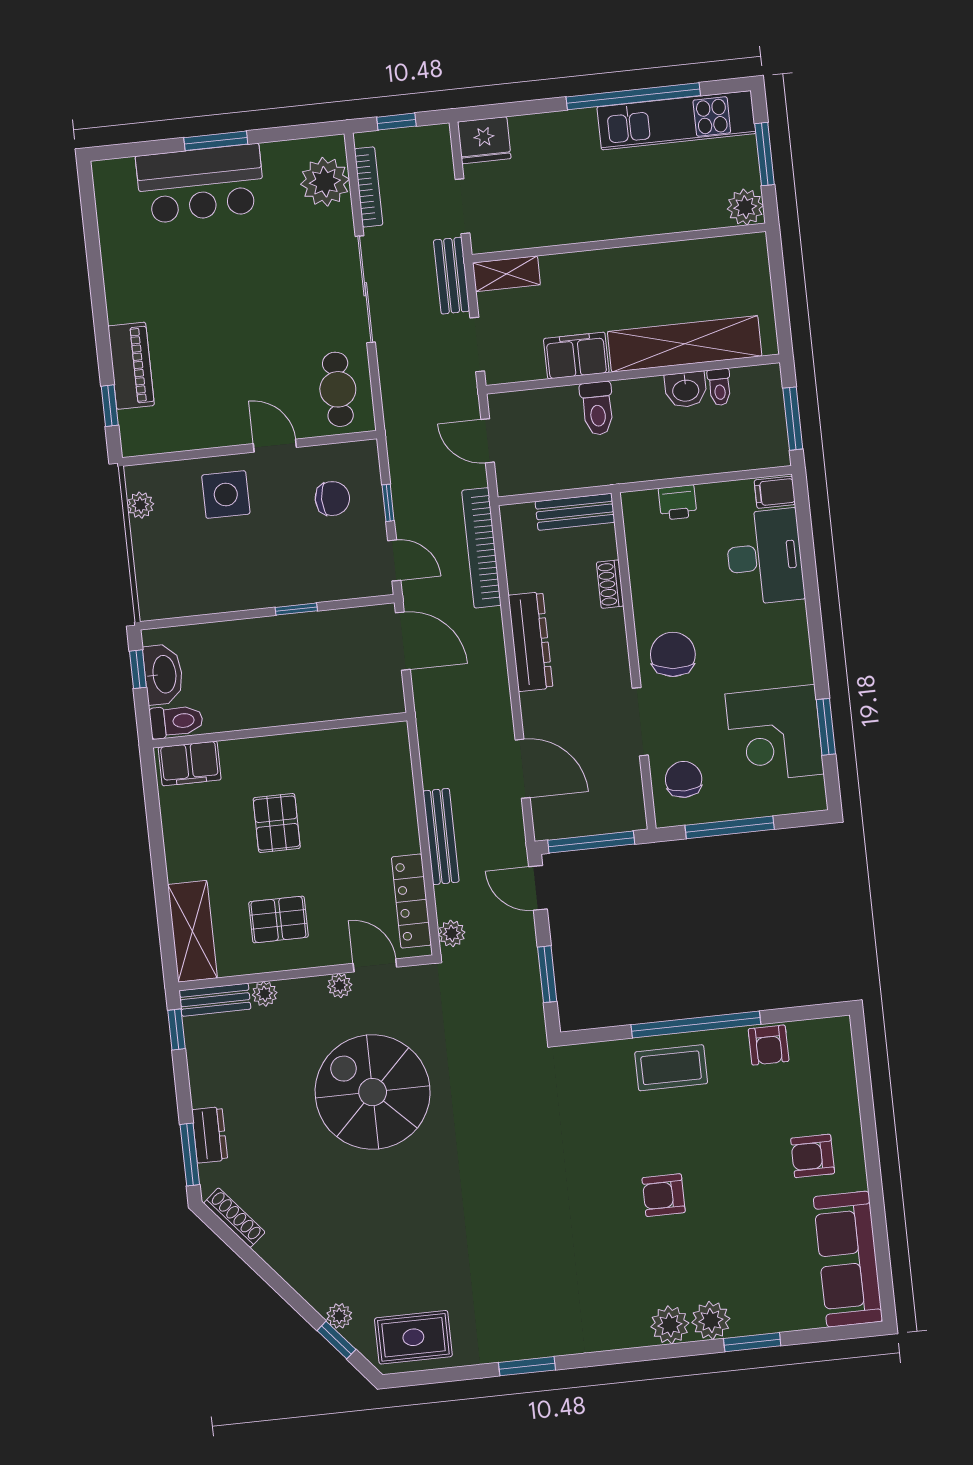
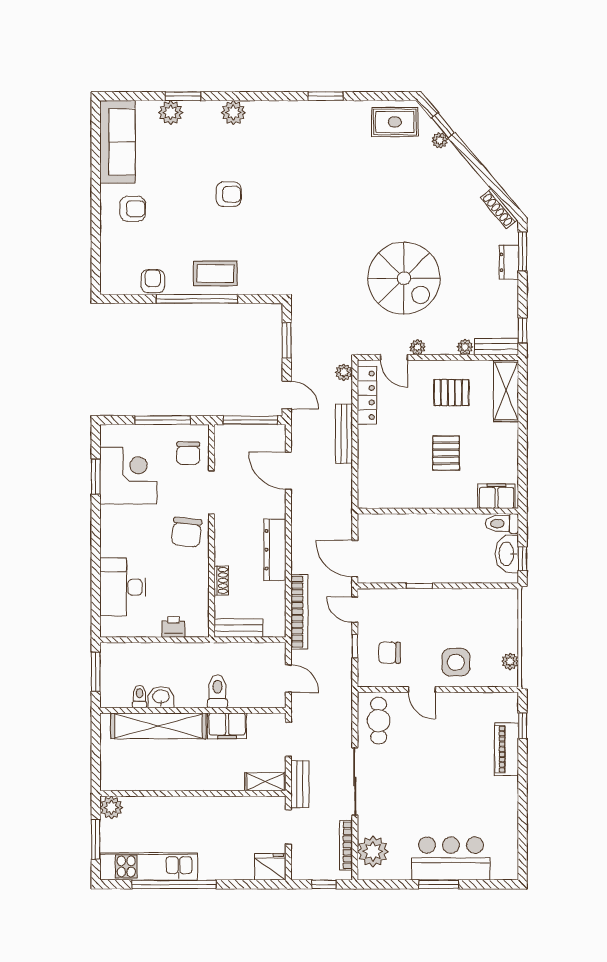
filing cabinet: (775, 492) -> (112, 627), removed
plant: (711, 1320) -> (171, 113), moved

